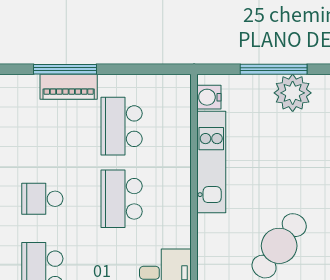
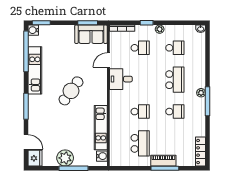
school desk: (122, 199) -> (140, 112), width x0.54

